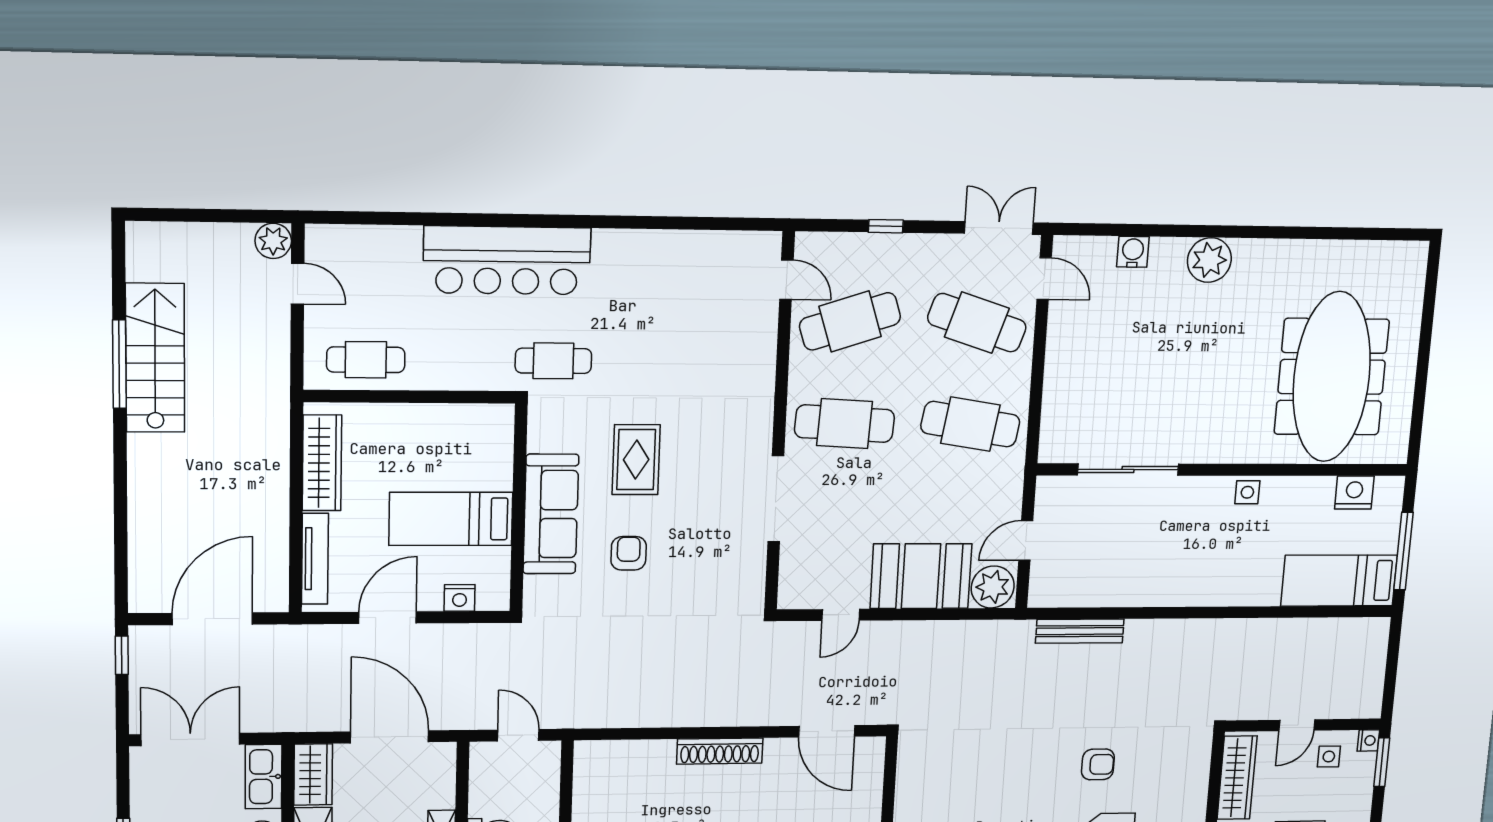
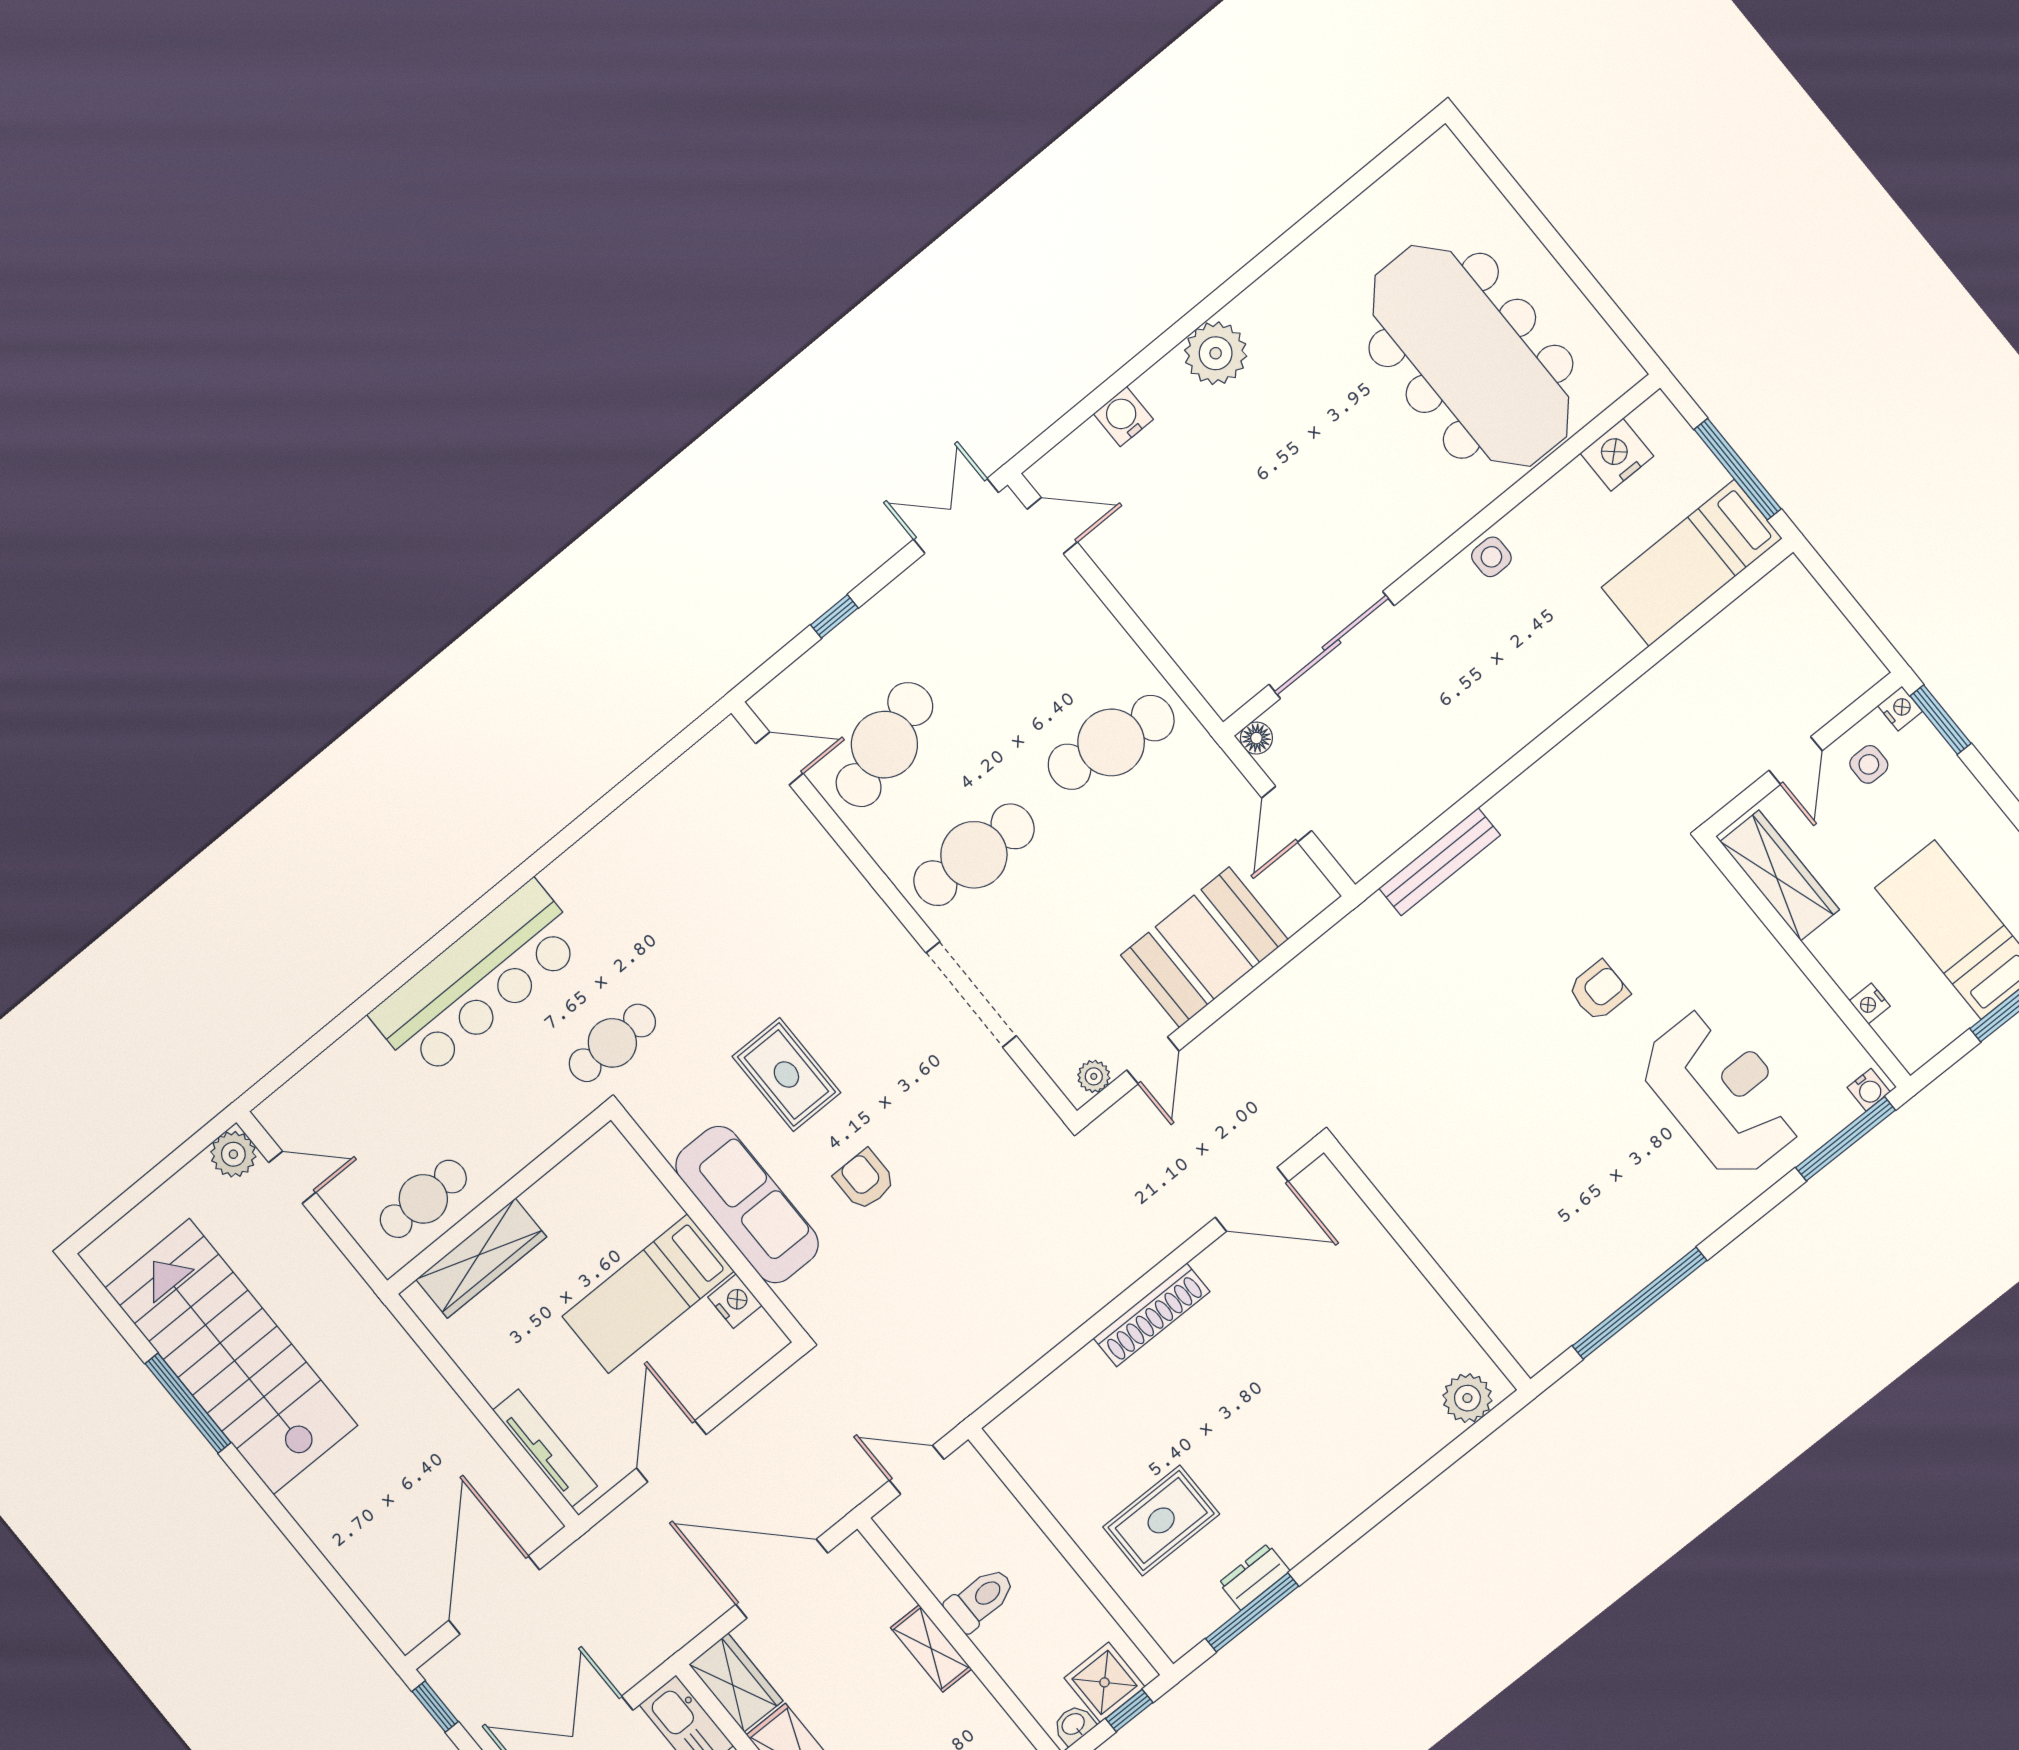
cafe table: (977, 323) -> (1021, 632), removed
stairs: (155, 358) -> (231, 1357), width x1.36, depth x1.51
wardrobe: (322, 463) -> (481, 1258), moved, turned 90
floor lamp: (1047, 486) -> (1256, 738), added
plant: (993, 587) -> (1094, 1076), moved, width x0.53, depth x0.53
nightstand: (460, 598) -> (735, 1301), moved, turned -90

